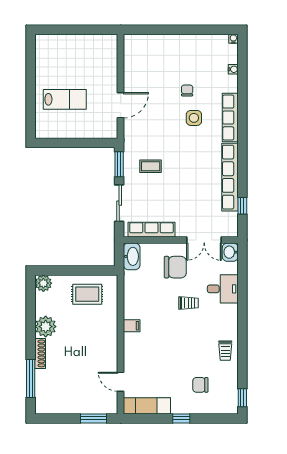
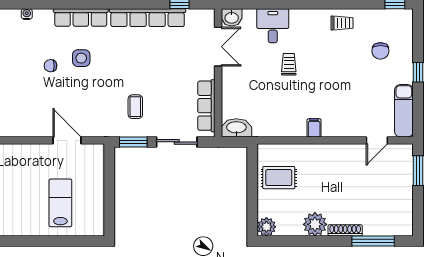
chair: (175, 267) -> (248, 79), removed
rug: (87, 294) -> (279, 178), turned 90

